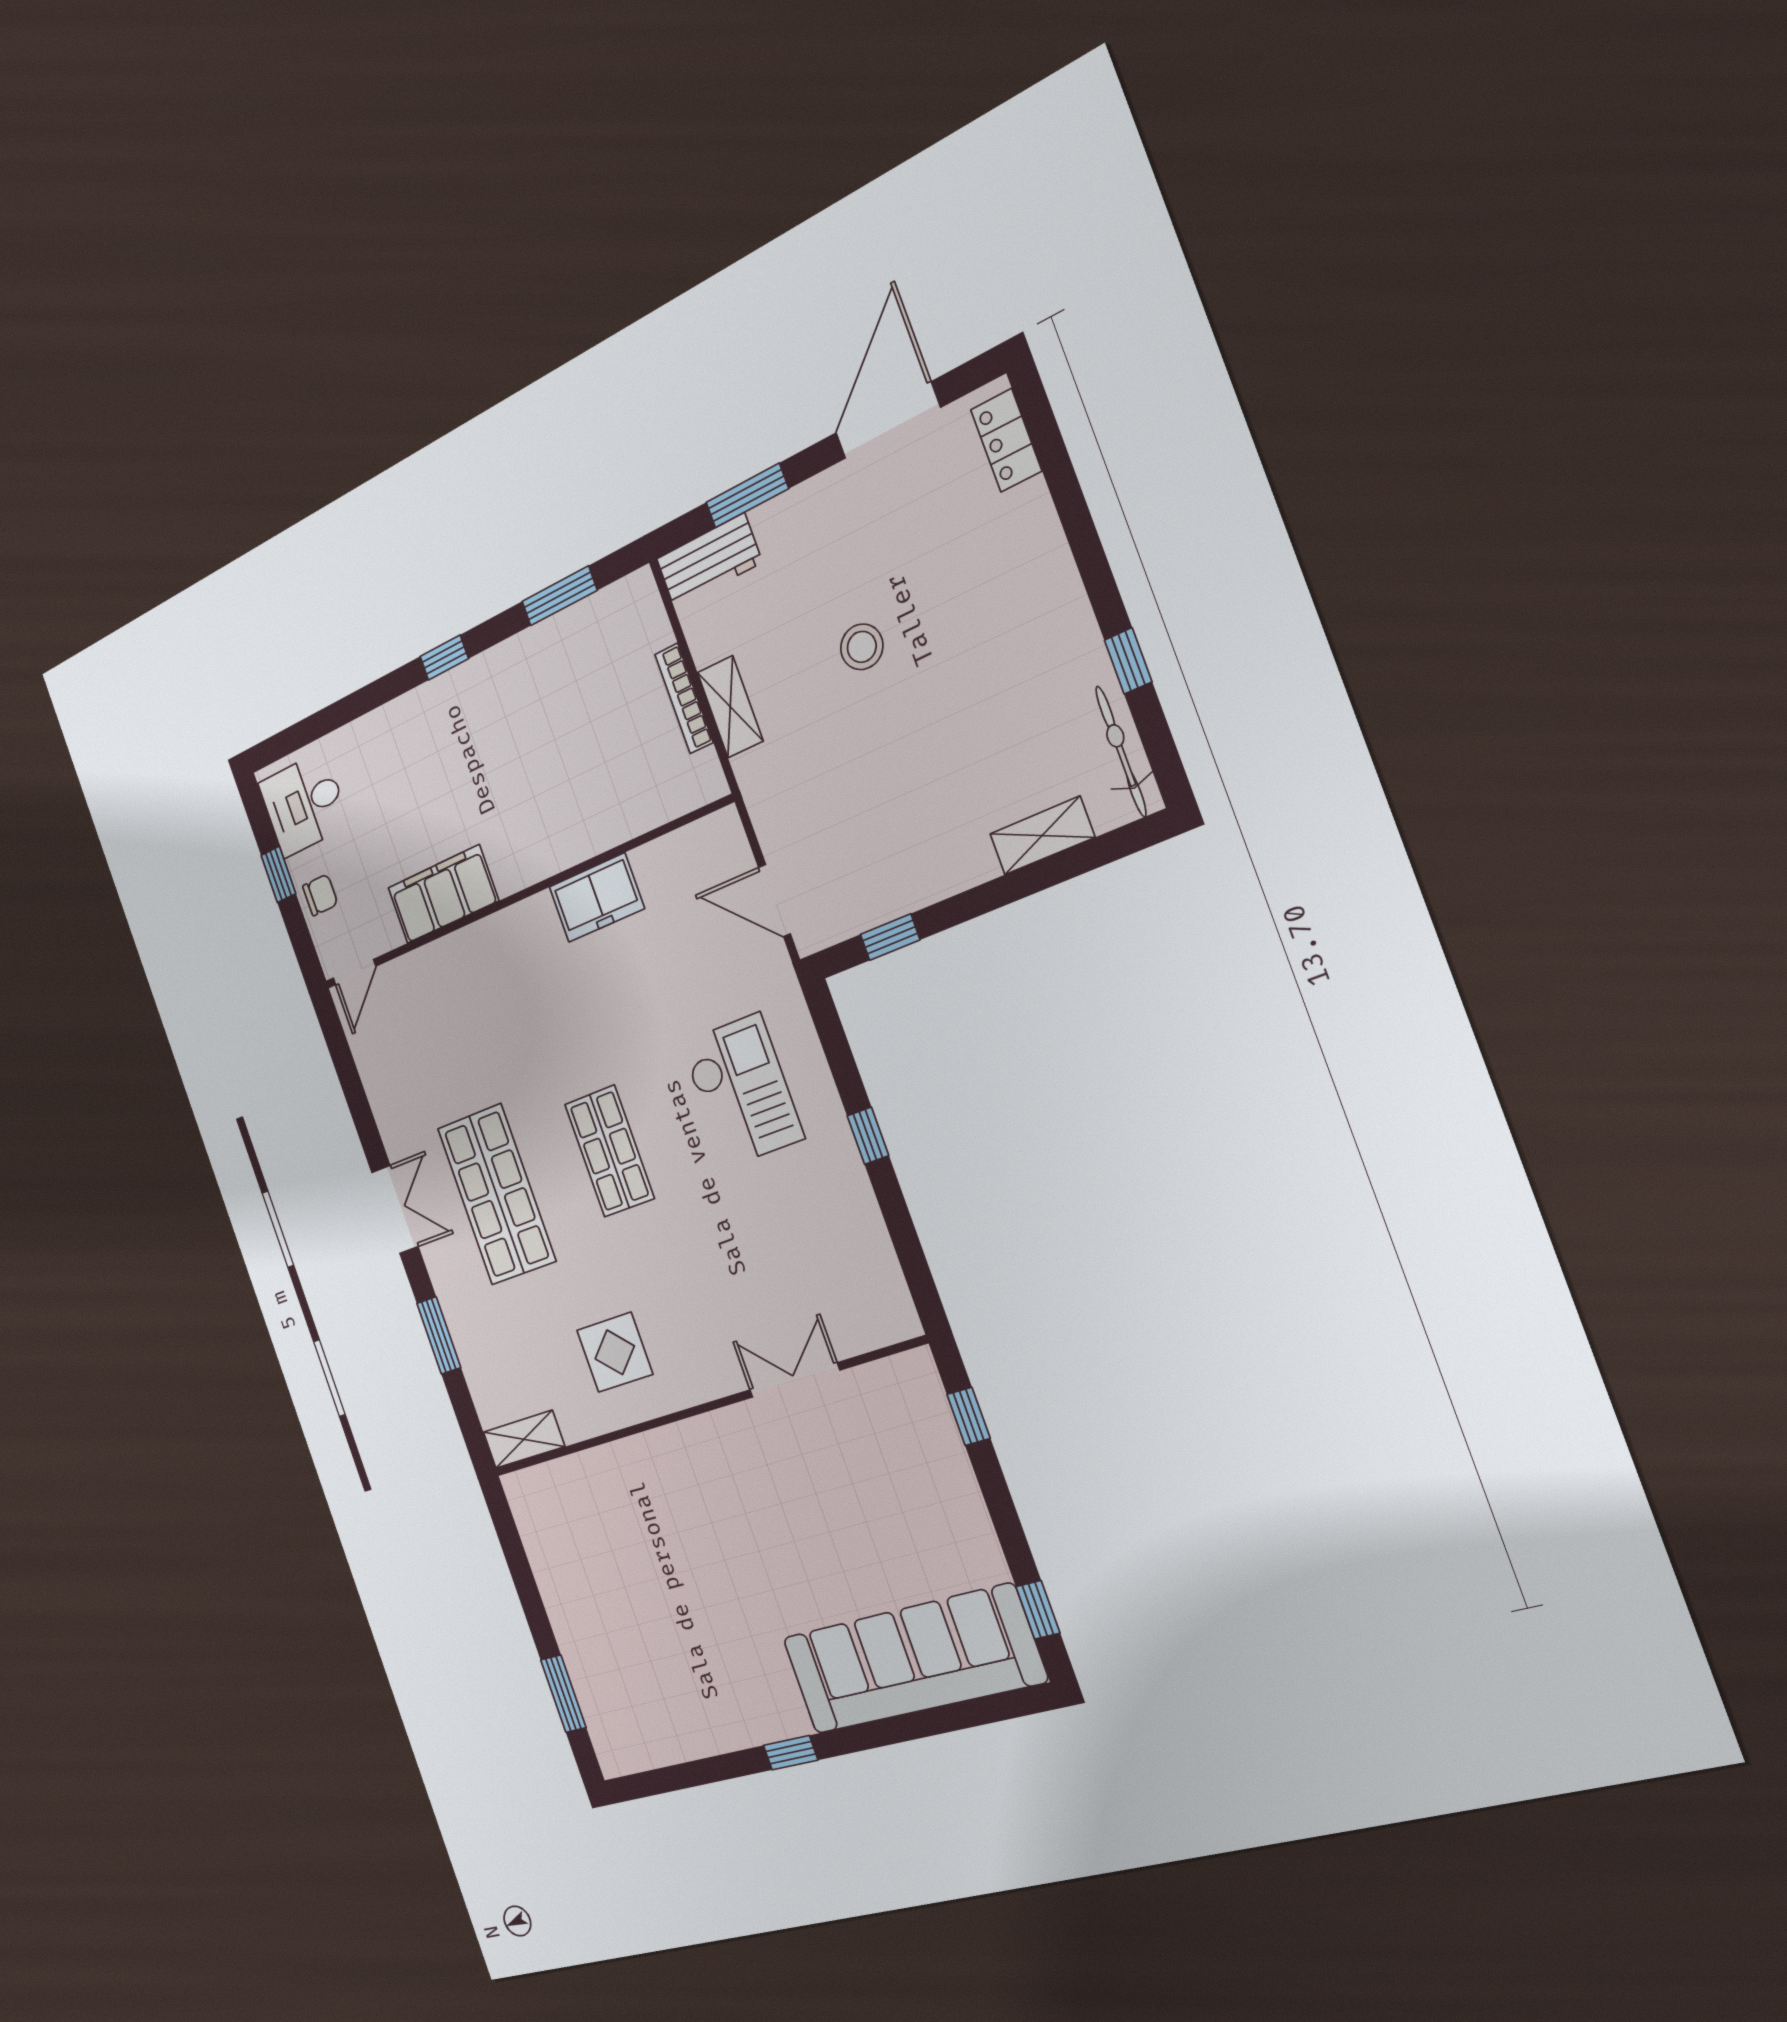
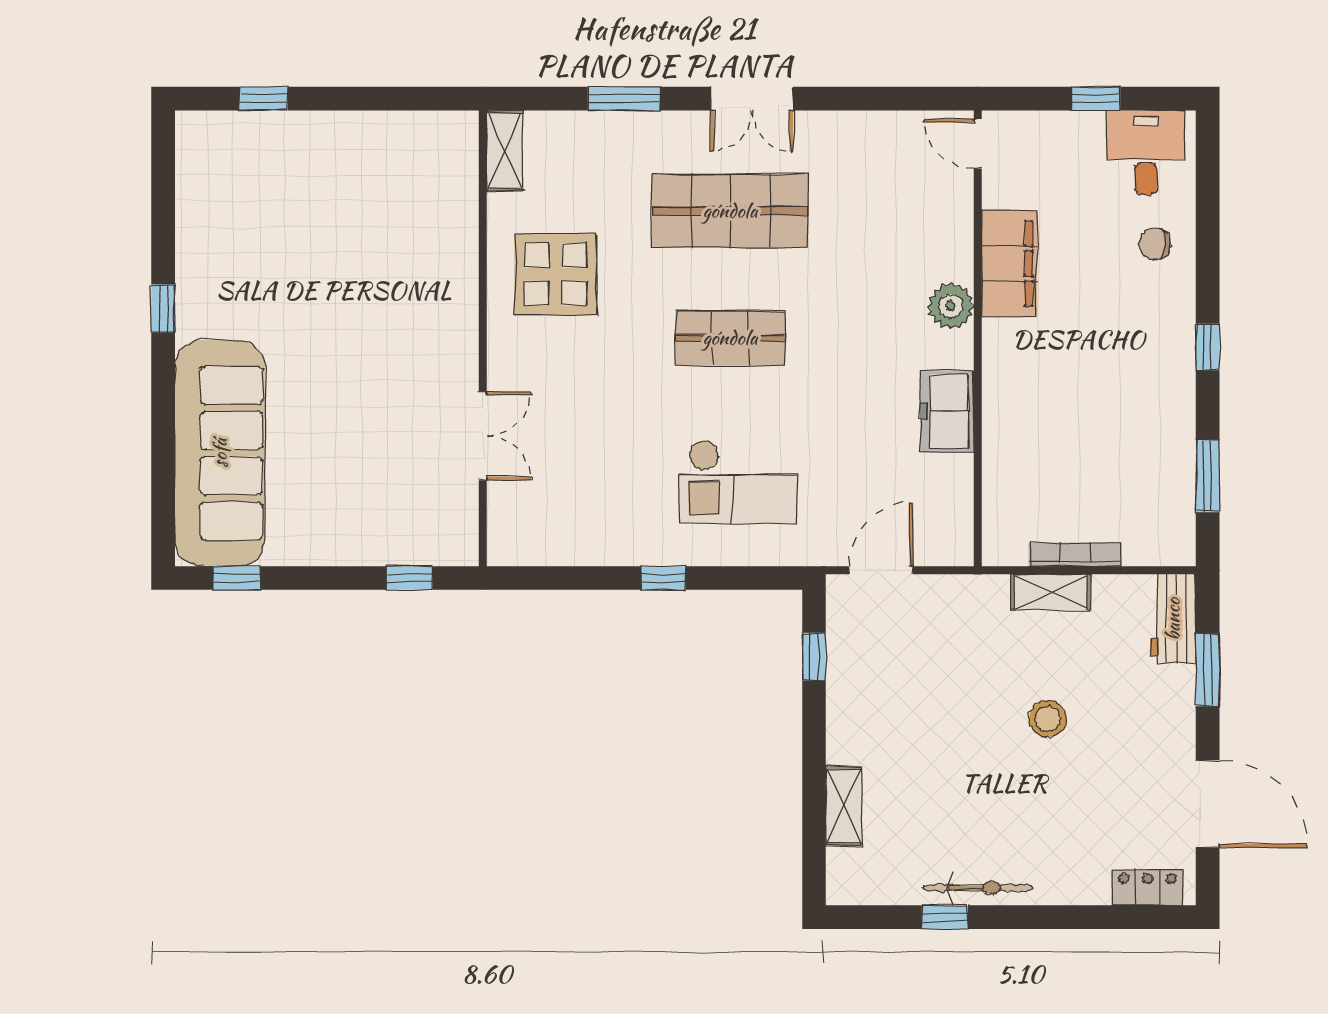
bicycle: (1121, 752) -> (978, 888), moved
chair: (320, 895) -> (1155, 244), moved, turned 90
plant: (501, 937) -> (951, 306), added
display table: (615, 1352) -> (556, 274), width x1.36, depth x1.36
window: (563, 1694) -> (264, 99), width x0.67

